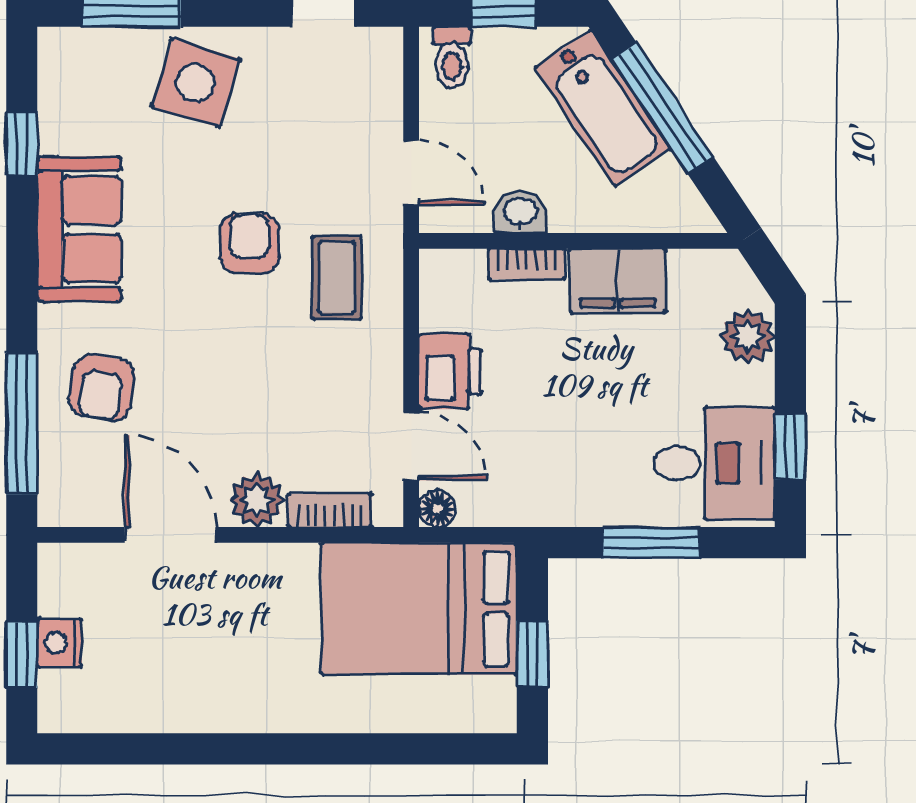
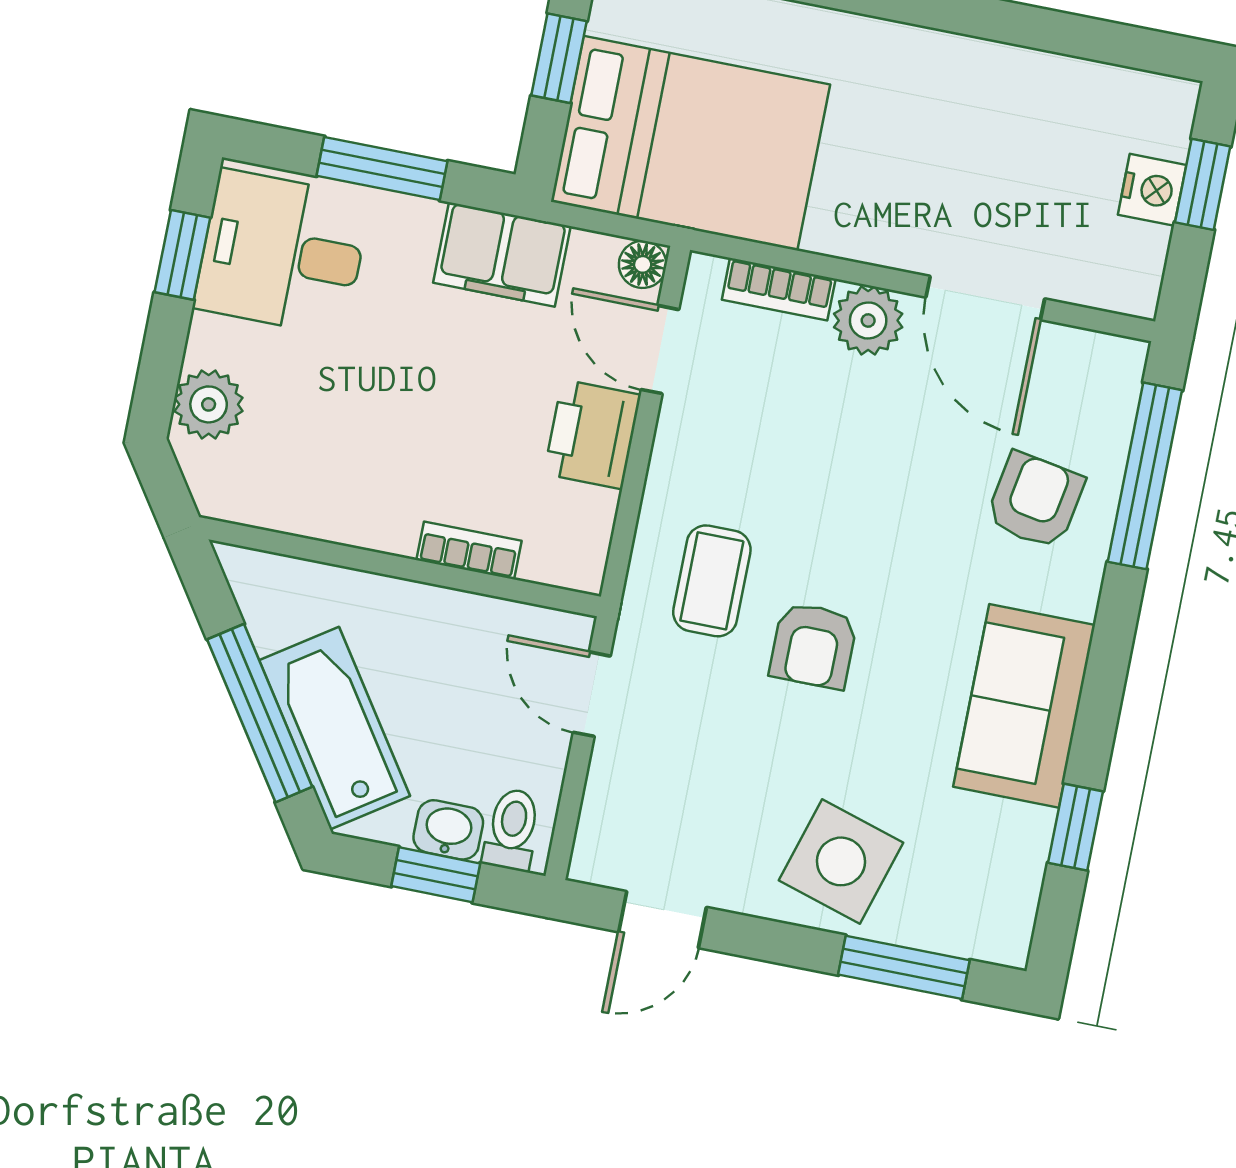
washbasin: (520, 212) -> (448, 830), moved, turned 180
filing cabinet: (618, 281) -> (502, 255), moved, turned 180

